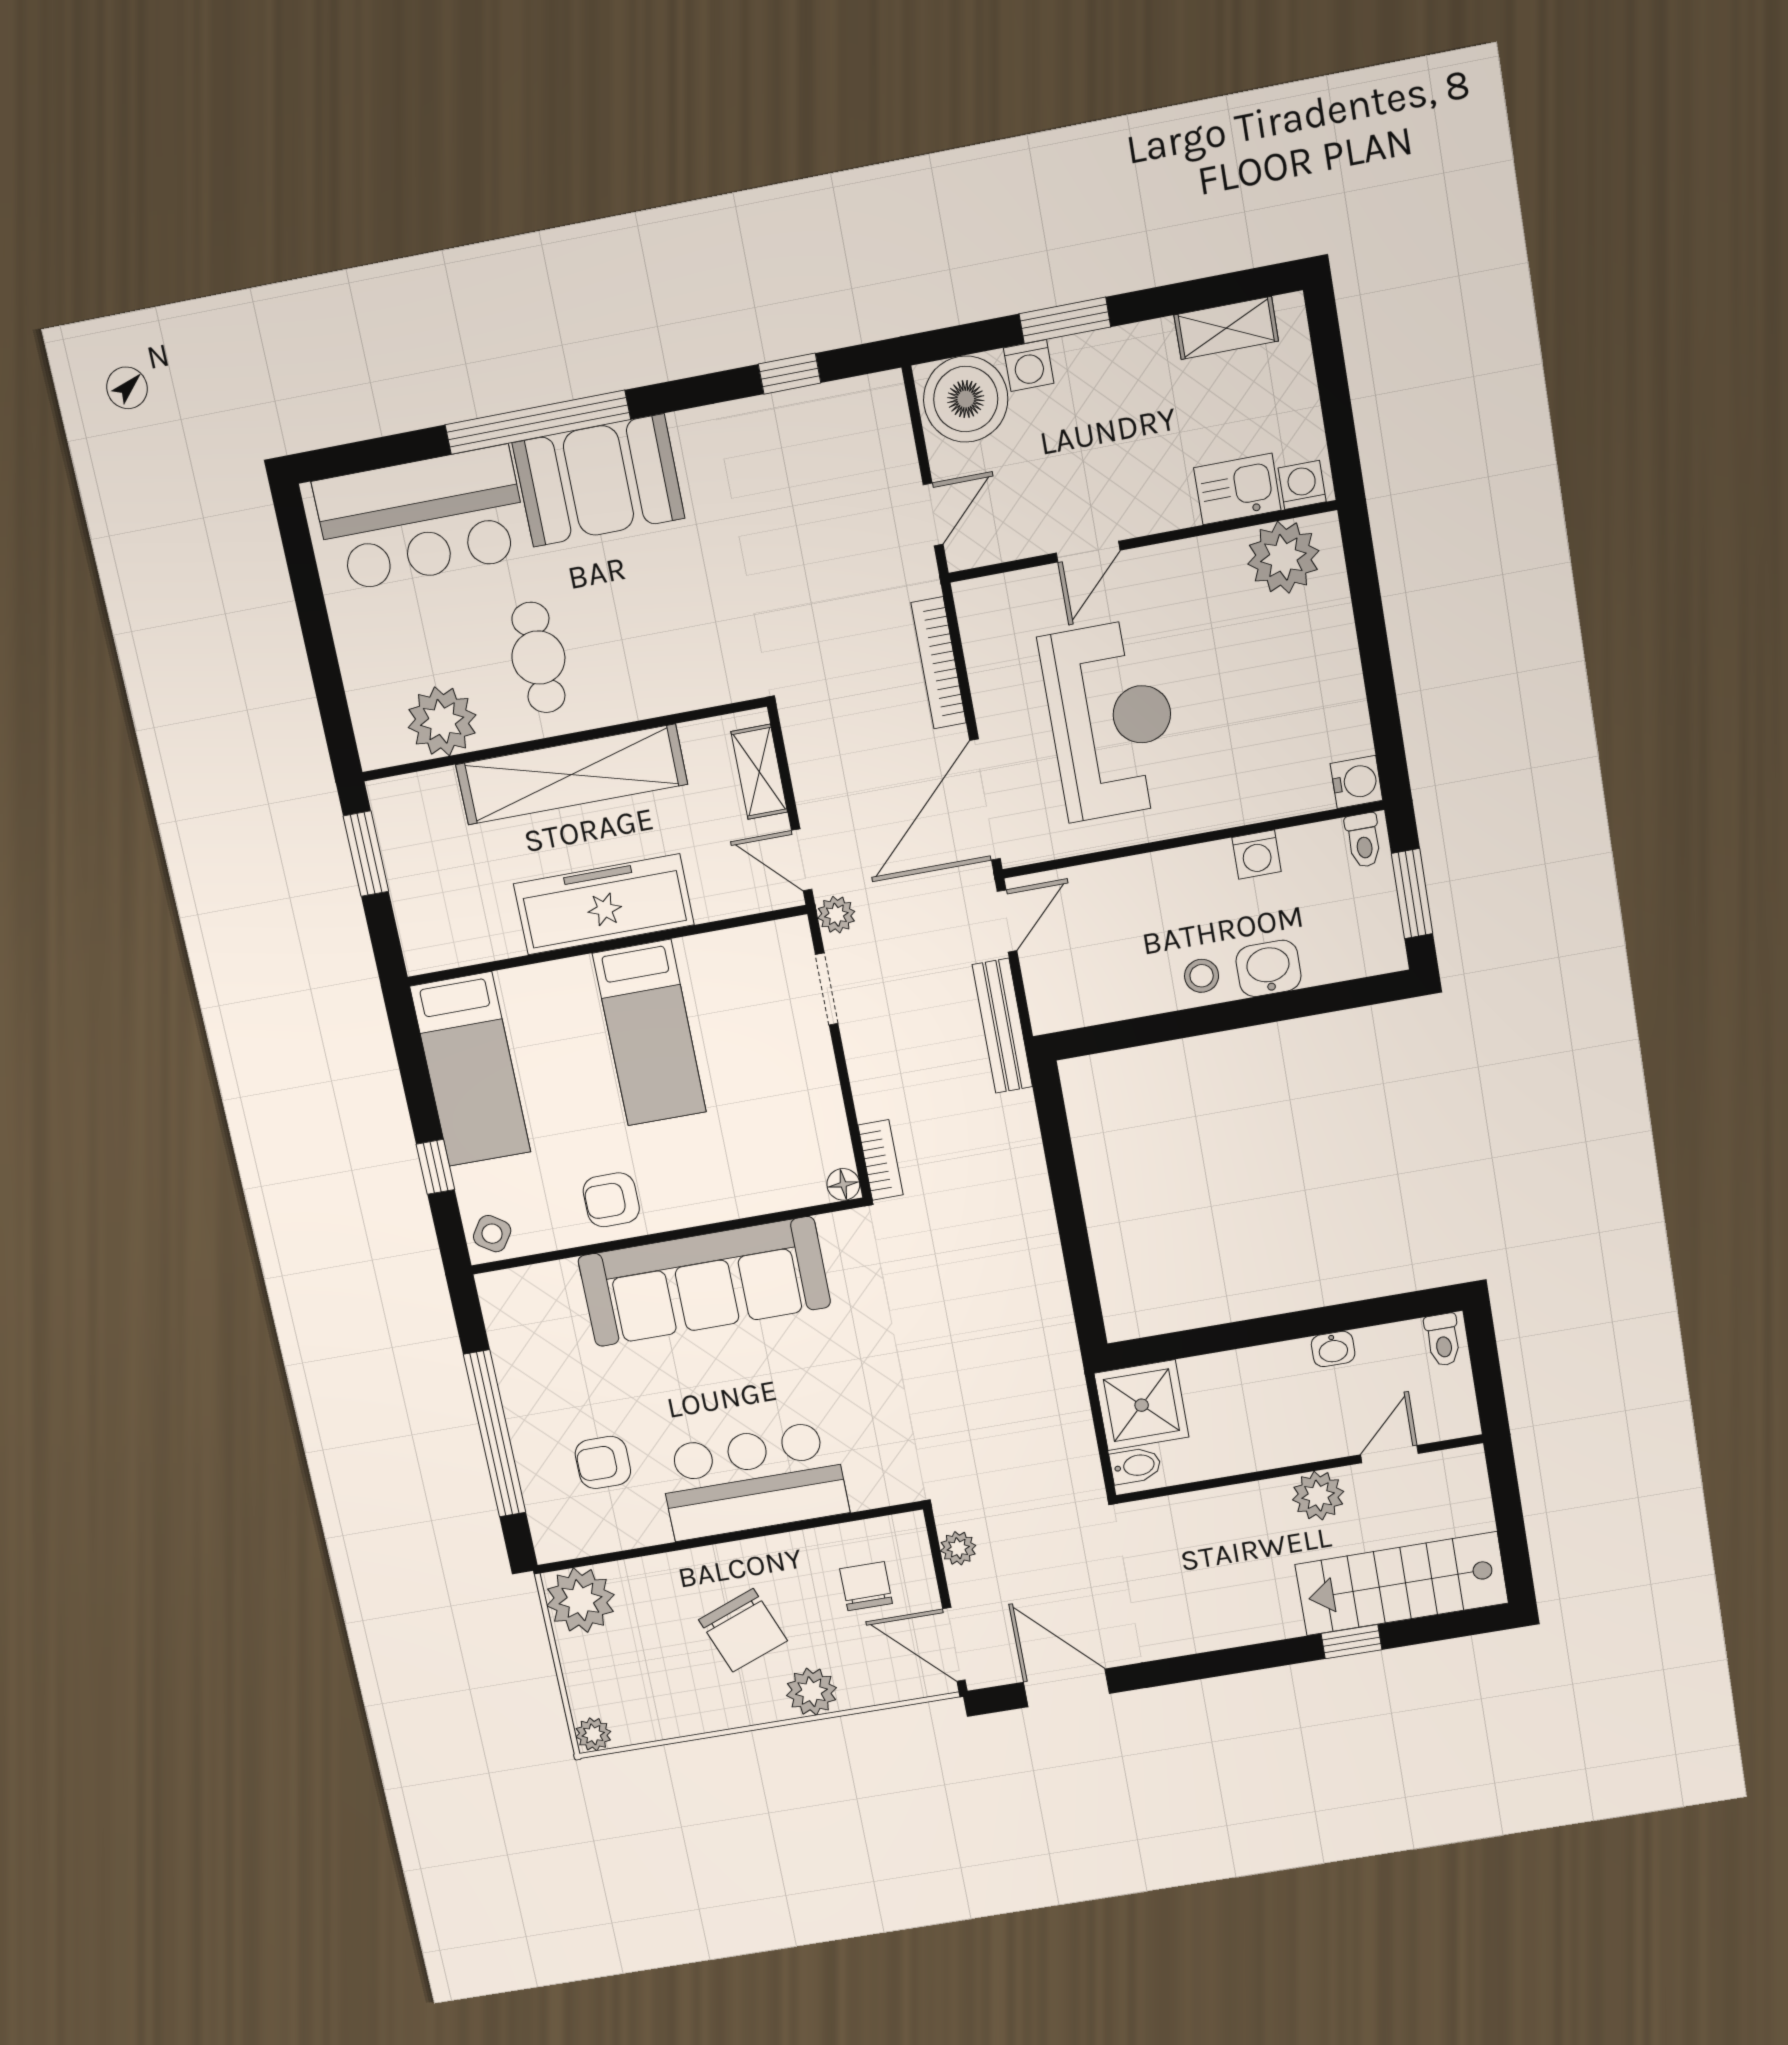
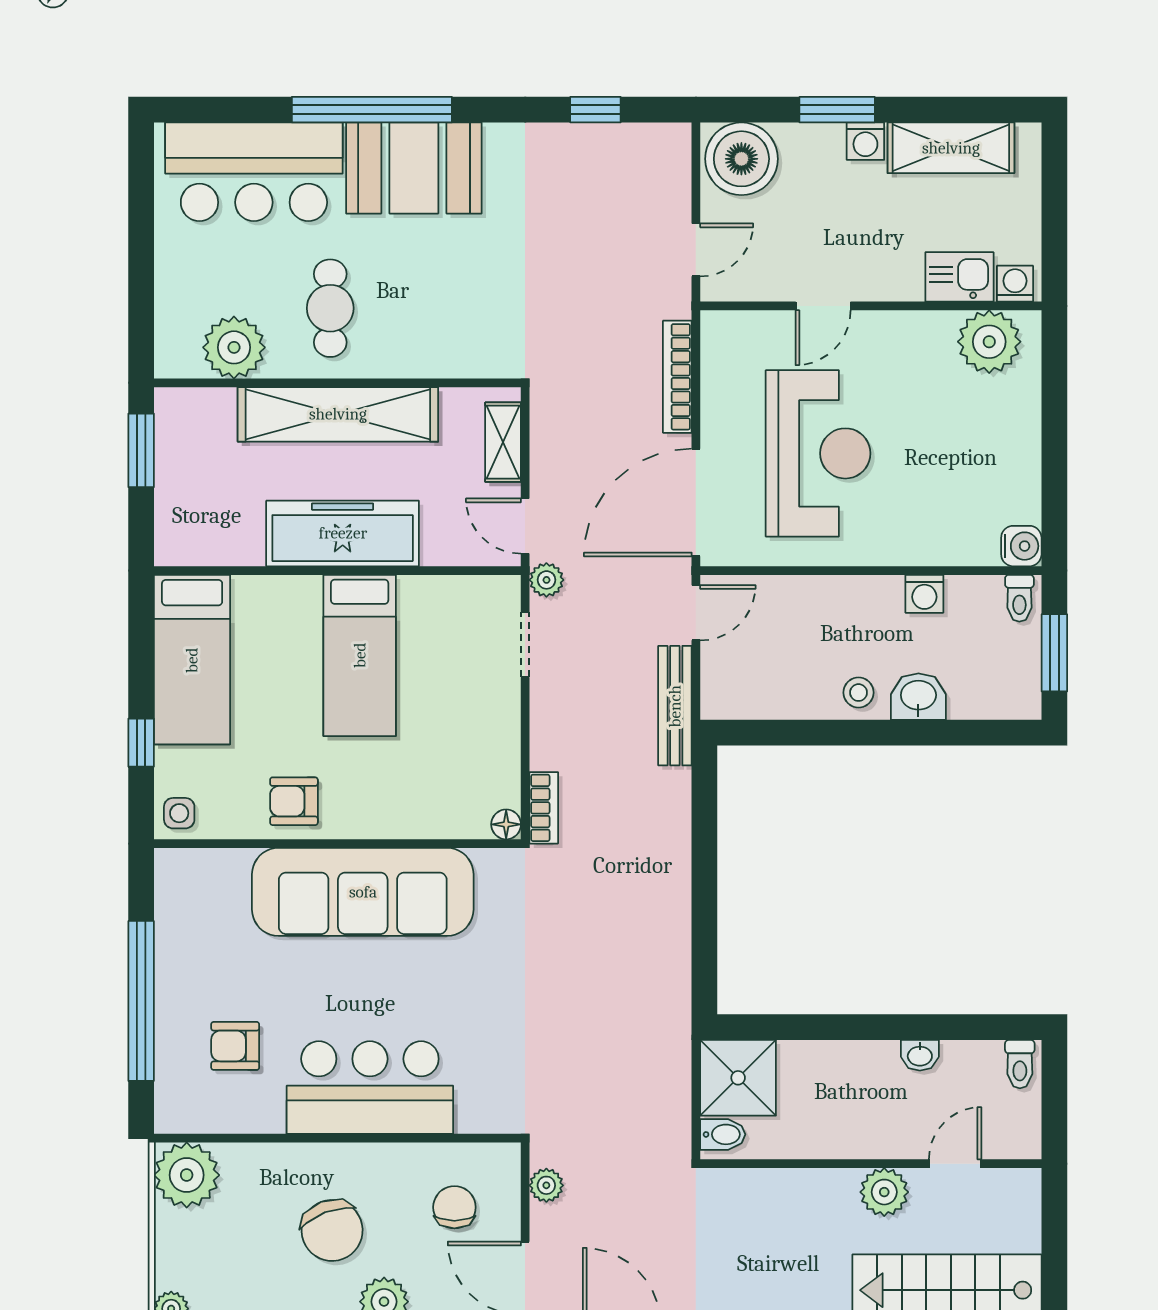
shelving: (1226, 328) -> (951, 148), width x1.50, depth x1.33
washing machine: (1029, 366) -> (865, 141), moved
side table: (492, 1234) -> (179, 813), turned -34

